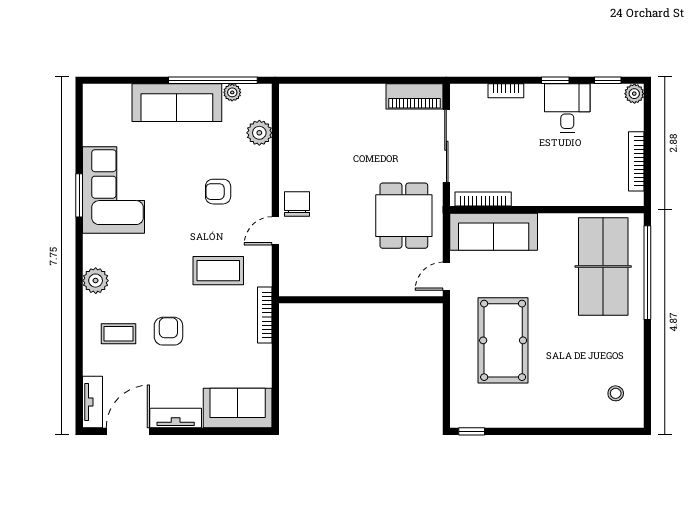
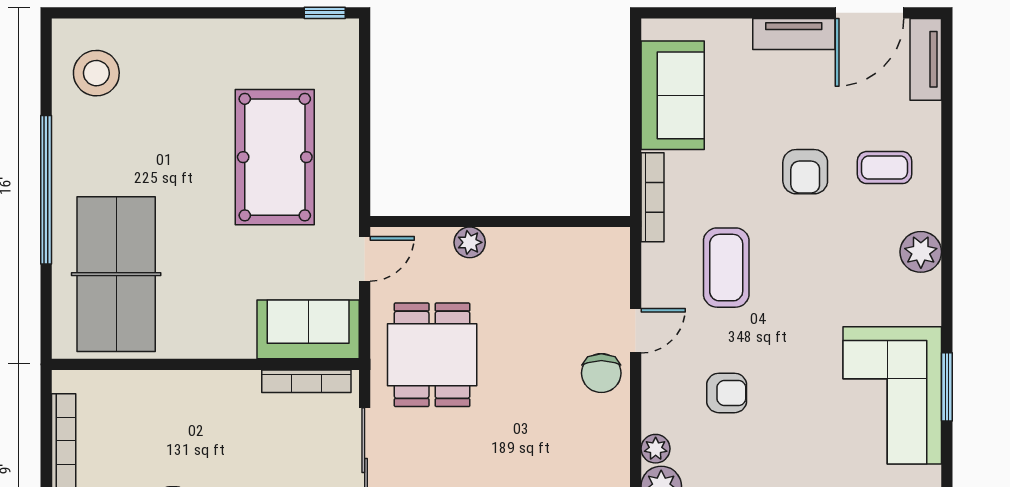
plant: (263, 156) -> (656, 449), added
sofa: (494, 232) -> (308, 329), width x0.73
coffee table: (218, 271) -> (726, 268), turned 90
window: (647, 273) -> (46, 190), moved
plant: (380, 287) -> (470, 242), added
stool: (616, 393) -> (96, 73), width x1.89, depth x1.89
sofa: (238, 408) -> (673, 95), moved, turned -90

